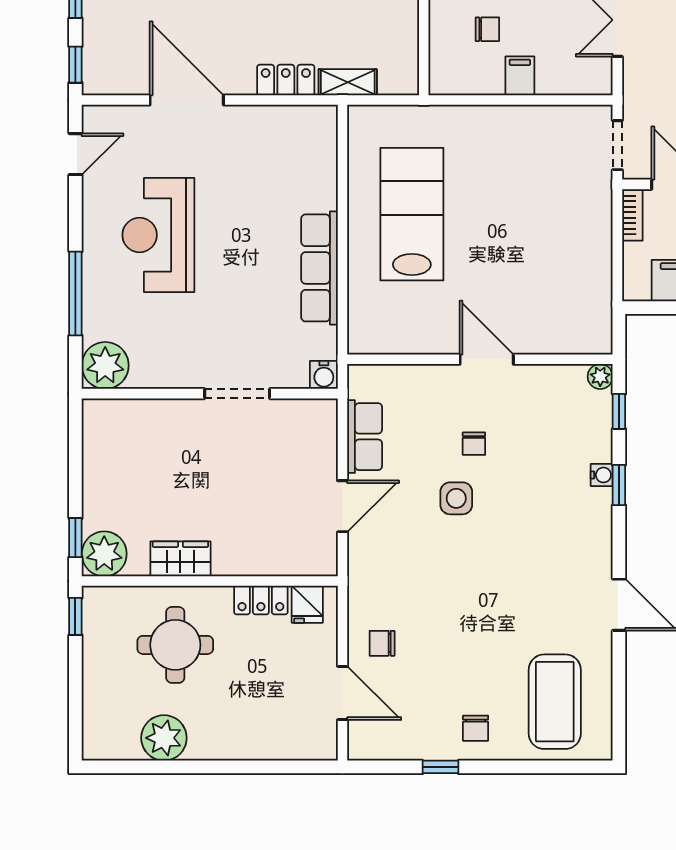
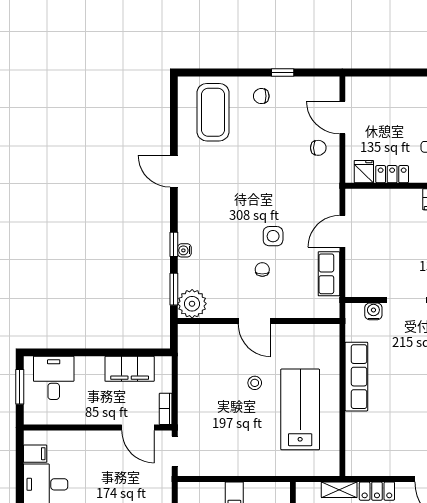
lab bench: (412, 214) -> (300, 409), turned 180
stool: (486, 258) -> (255, 383), added
water cooler: (324, 375) -> (373, 311), moved
plant: (600, 377) -> (192, 304), width x1.87, depth x1.87
window: (619, 411) -> (174, 289), width x1.50
chair: (476, 728) -> (261, 96), turned -90

